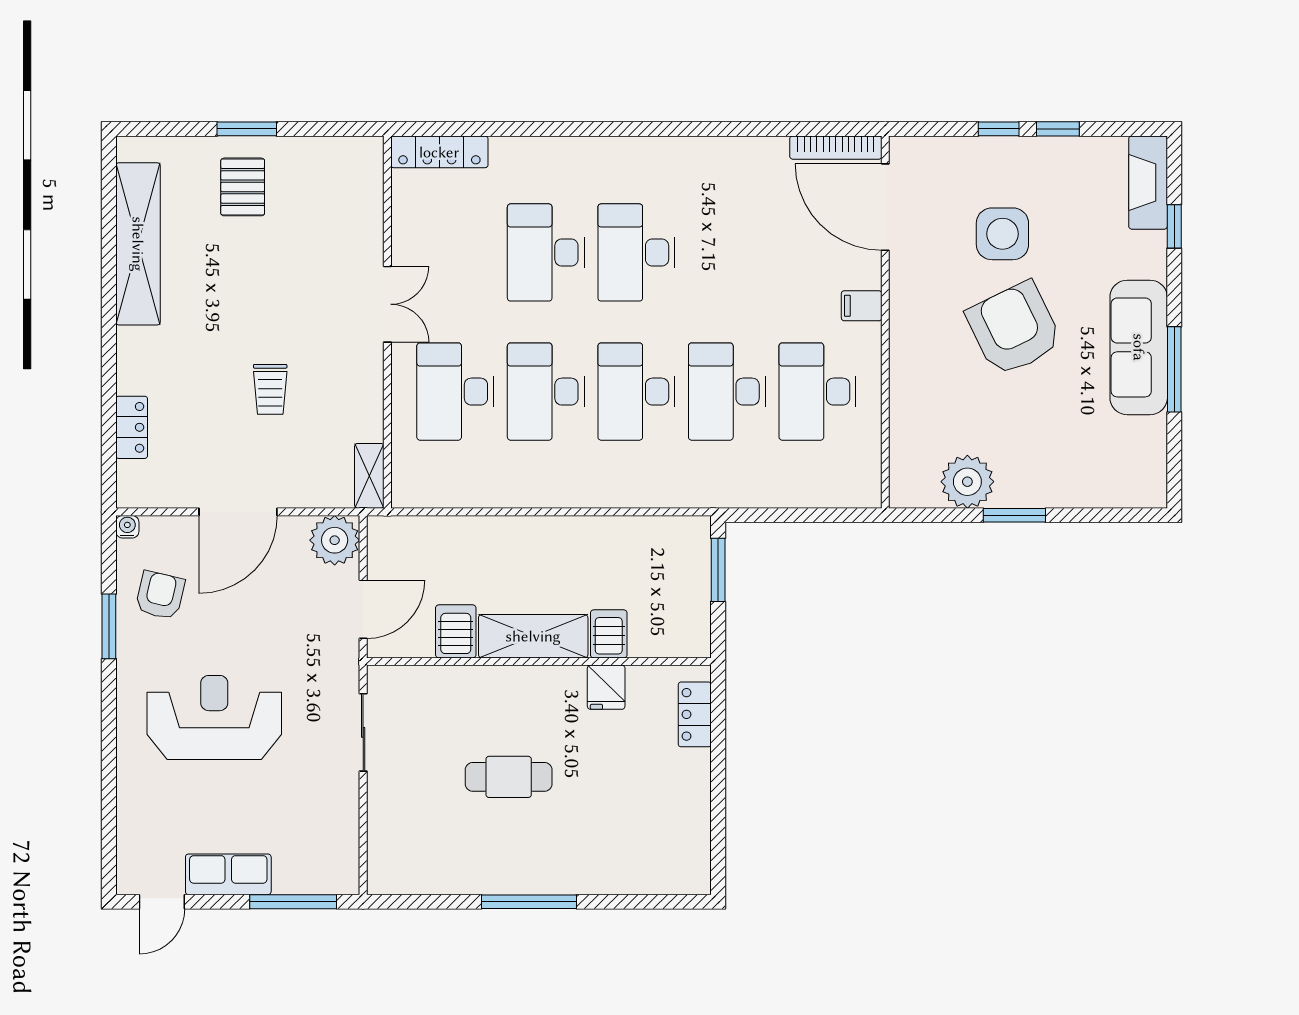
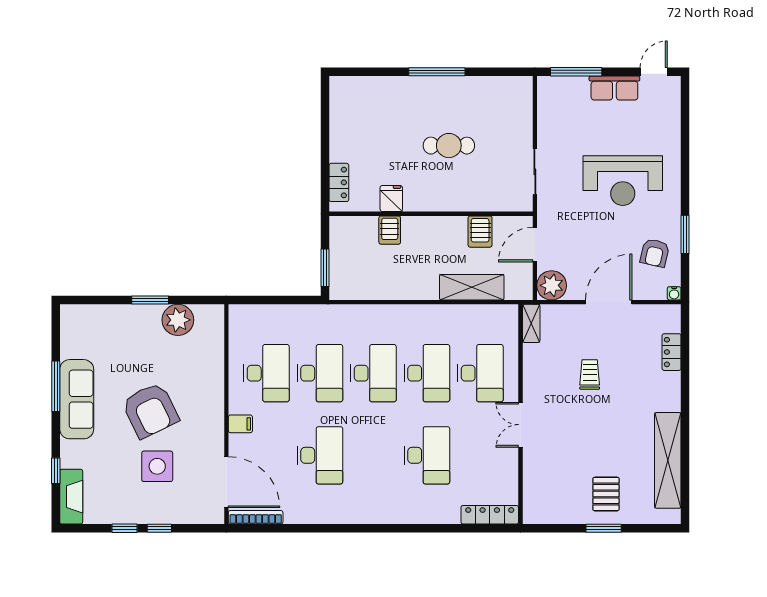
desk: (636, 252) -> (320, 455), moved
shelving: (533, 636) -> (472, 287), moved

